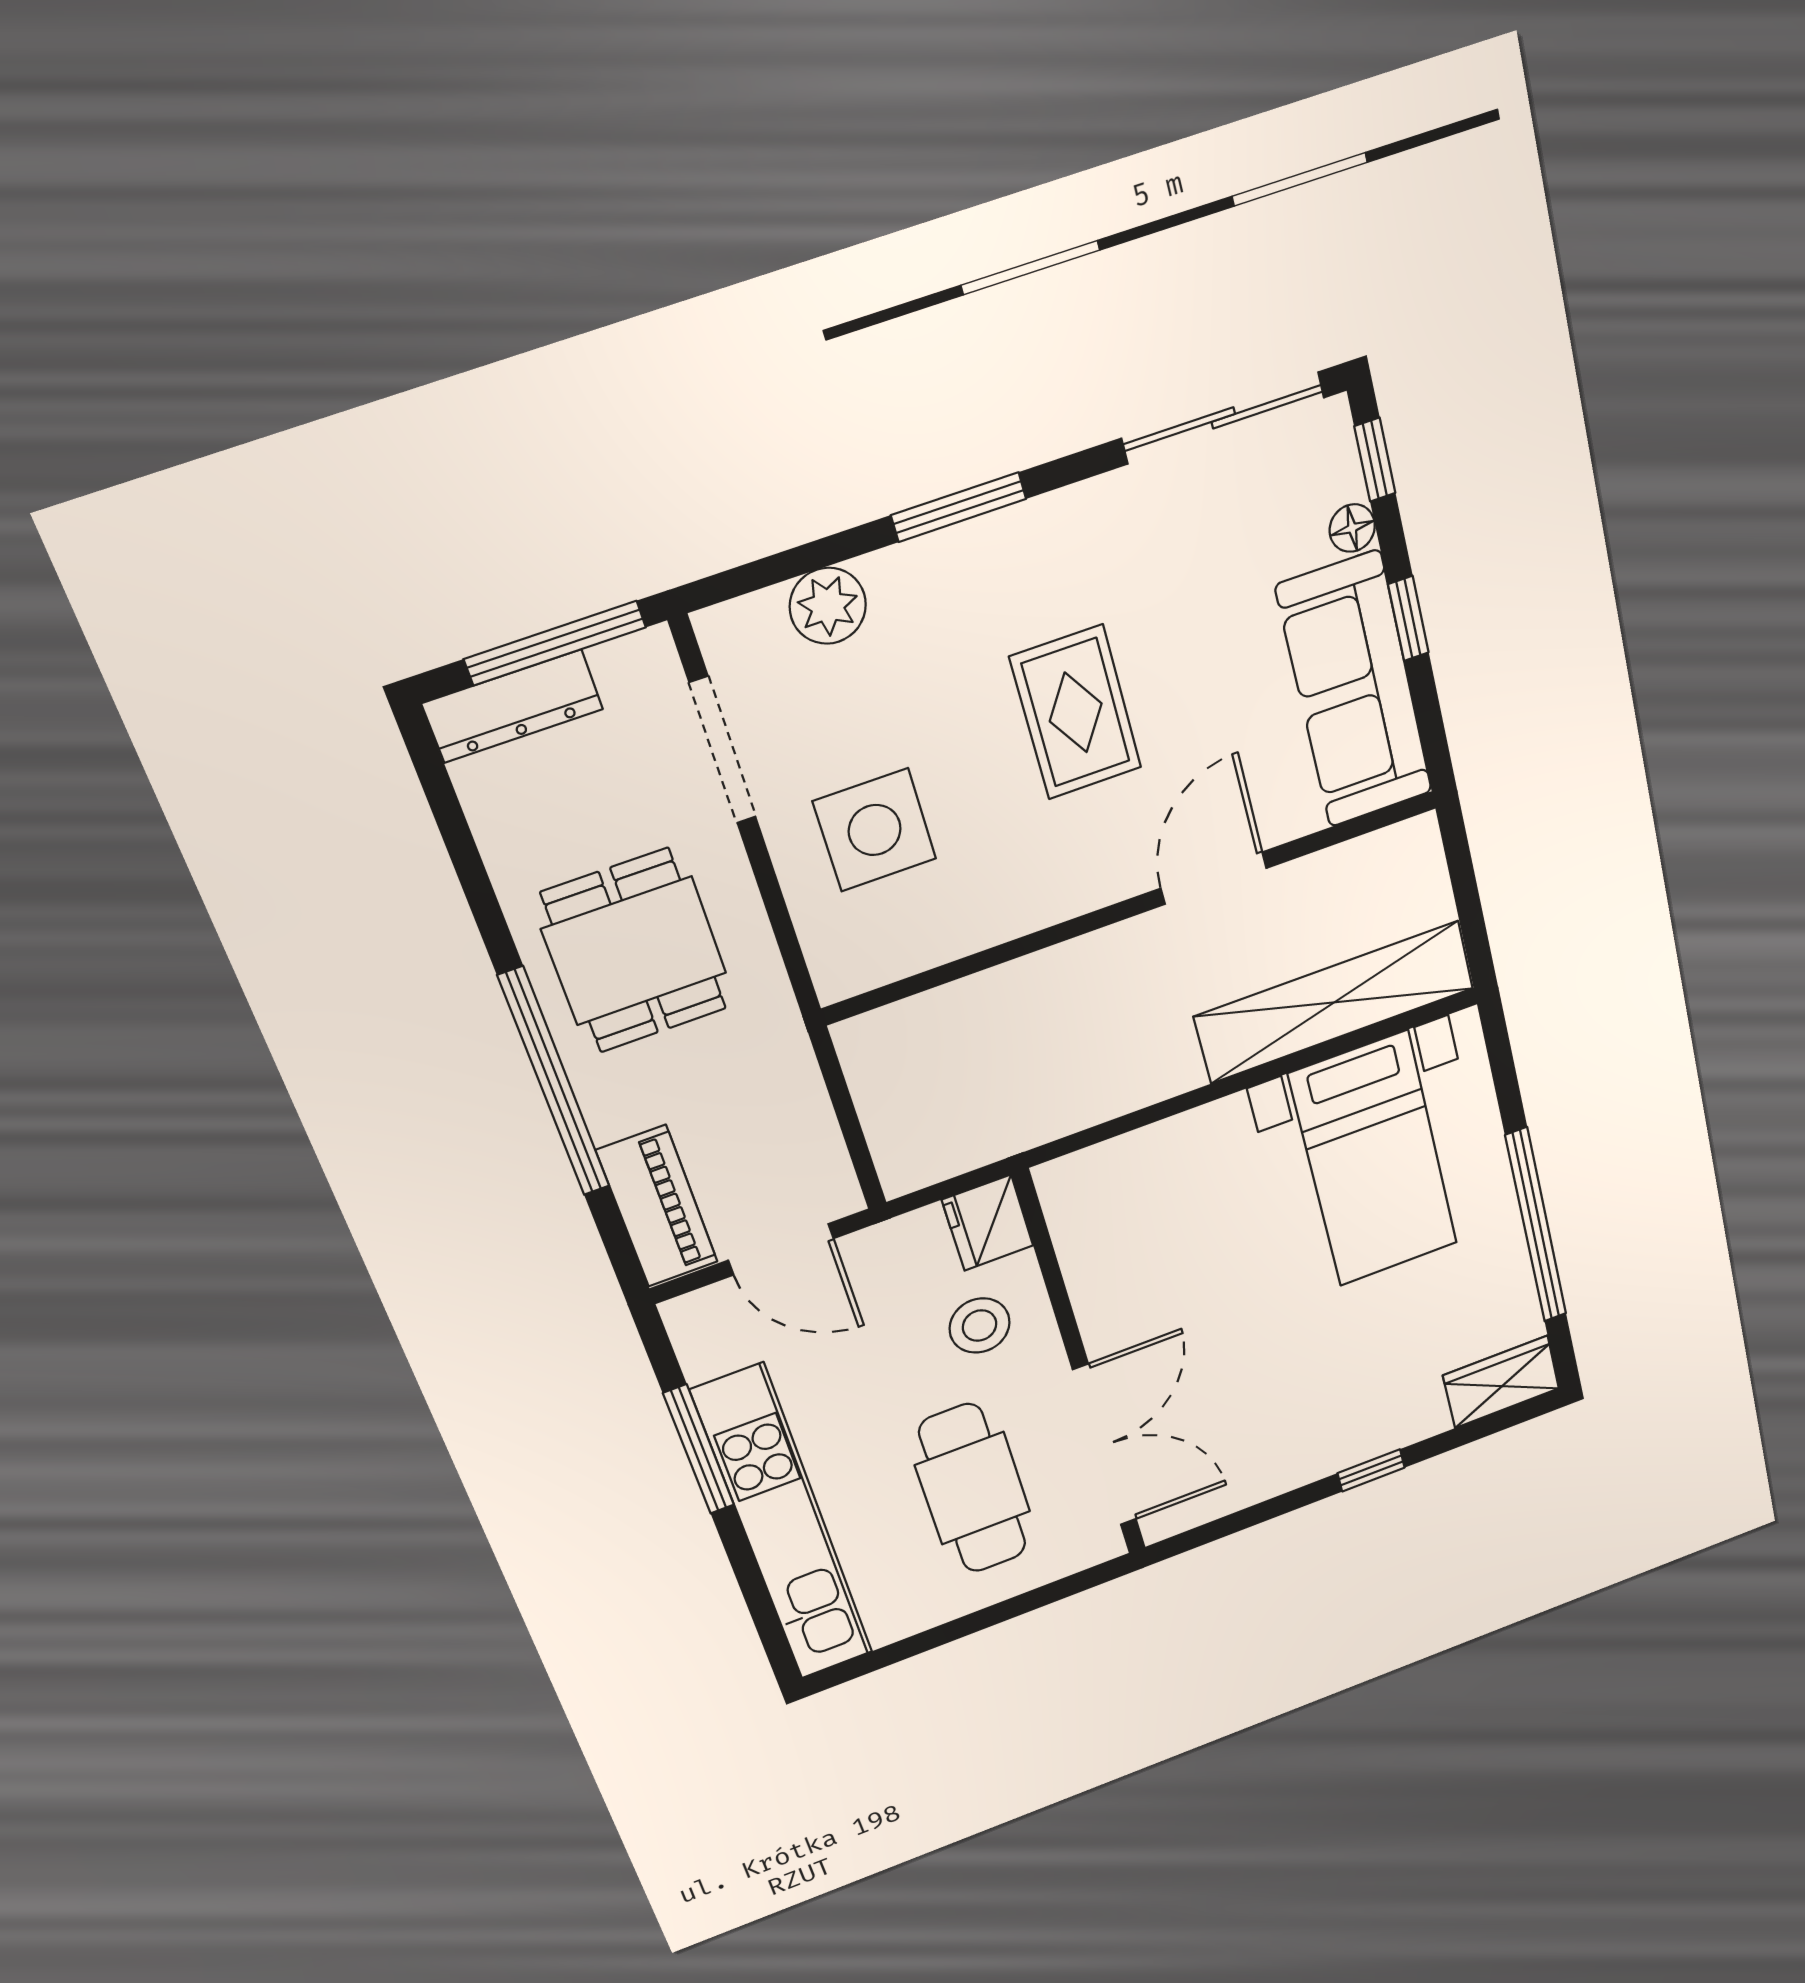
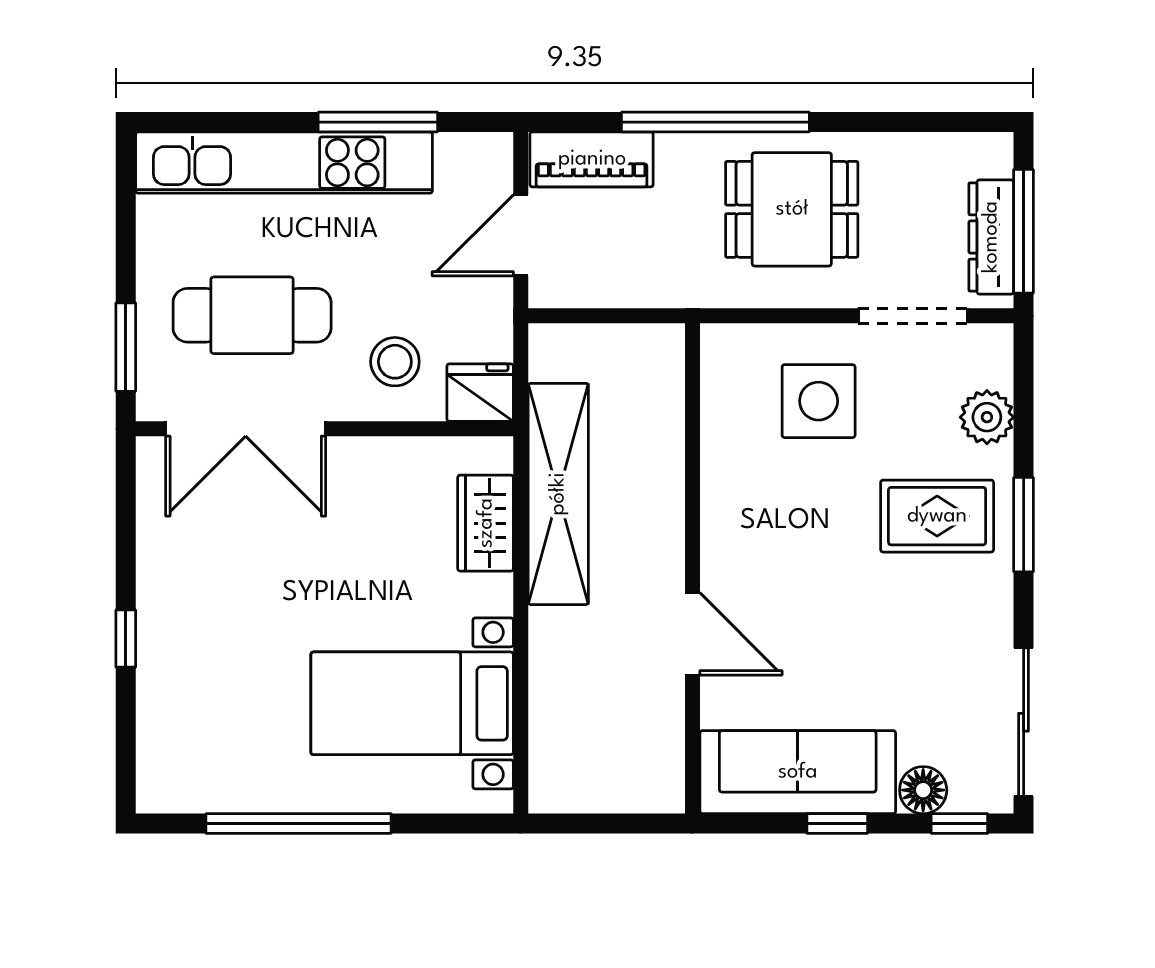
floor lamp: (1352, 528) -> (923, 790), width x1.37, depth x1.37
dresser: (513, 706) -> (991, 237), moved
rug: (1076, 712) -> (937, 516), moved
shelving: (1334, 1002) -> (558, 494), moved
wardrobe: (1501, 1382) -> (486, 523), moved, turned 180
window: (1049, 1594) -> (126, 347), added

